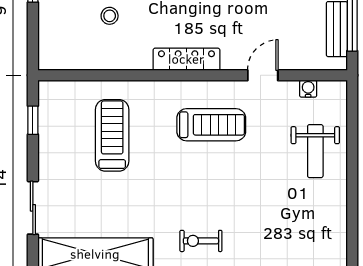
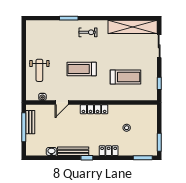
treadmill: (211, 125) -> (82, 69), moved
treadmill: (112, 135) -> (126, 77), turned -90
weight bench: (315, 151) -> (39, 70), turned 180

